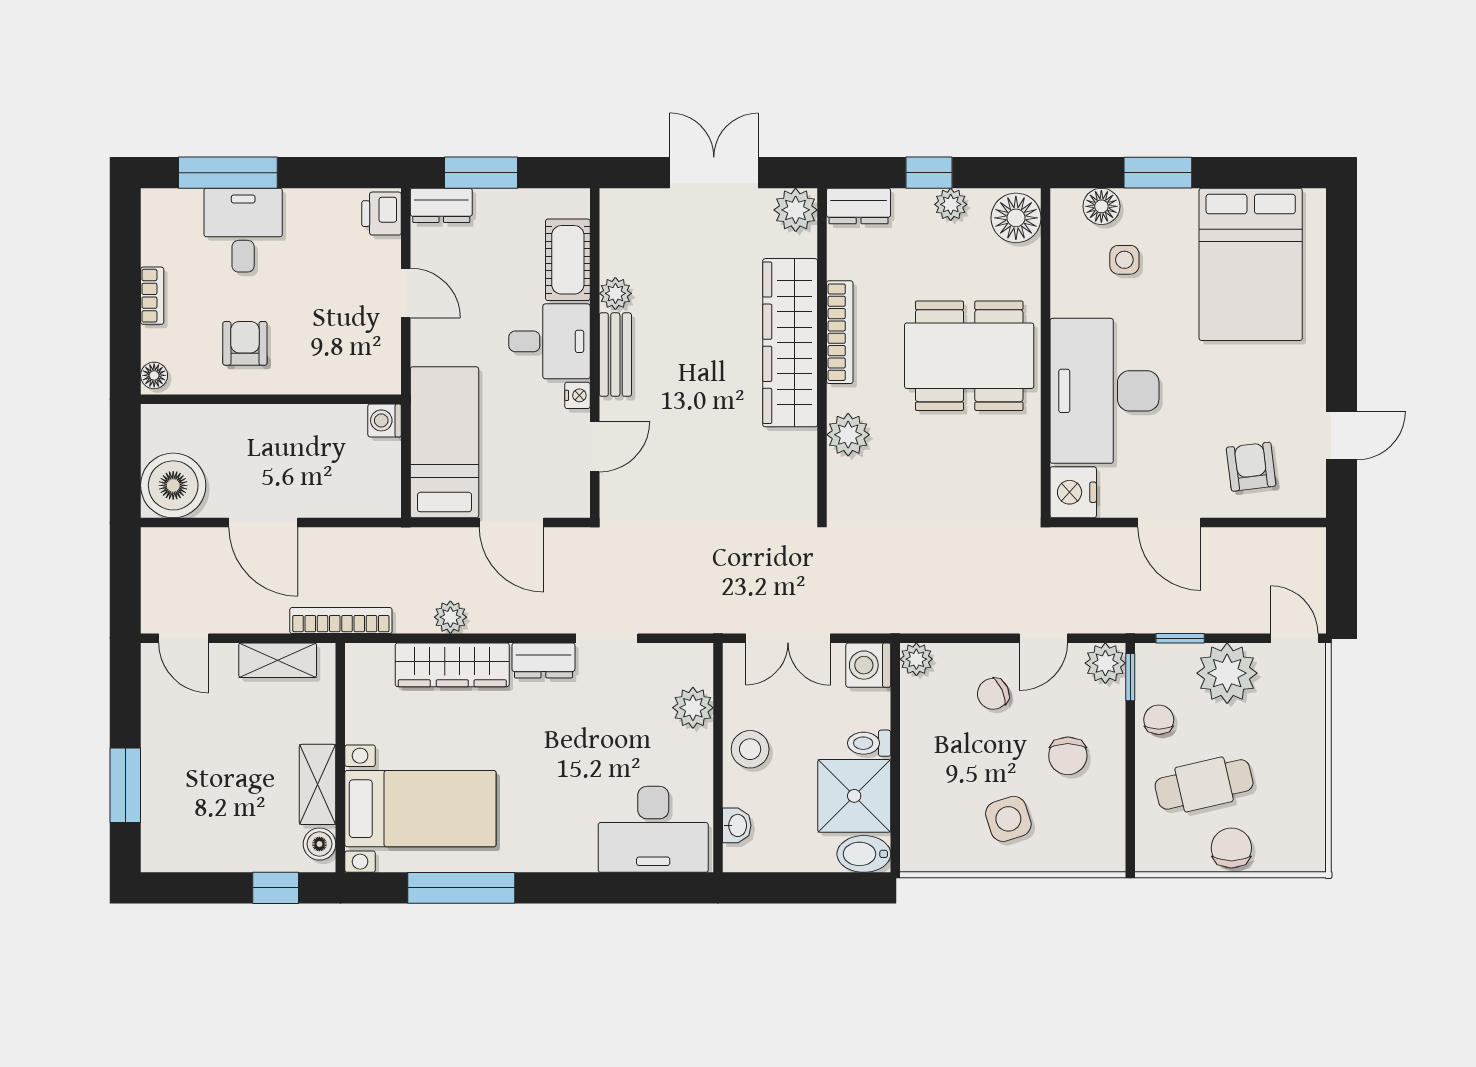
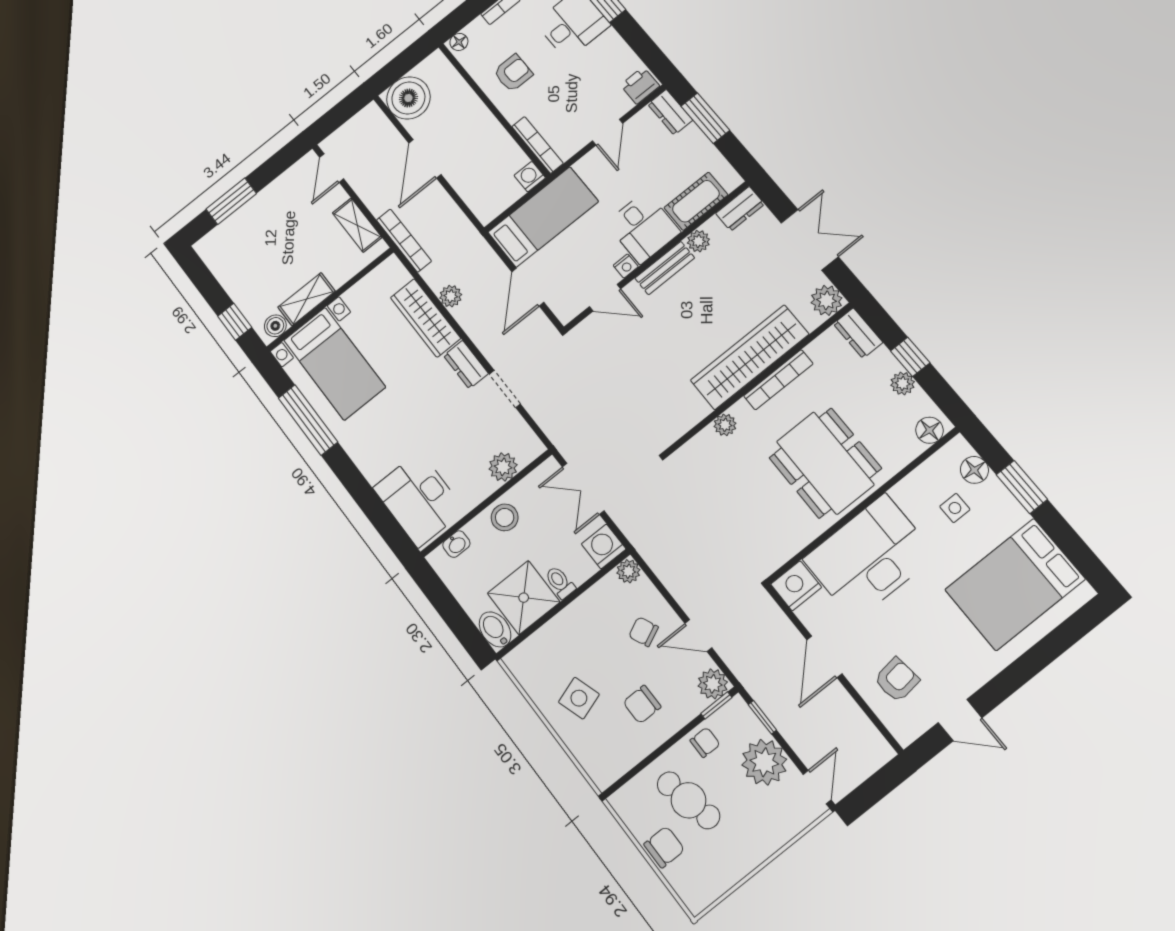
floor lamp: (1016, 218) -> (929, 430), width x0.73, depth x0.73
dresser: (617, 219) -> (740, 209), added
bookcase: (355, 383) -> (537, 145), added
plant: (848, 435) -> (725, 425), width x0.73, depth x0.73

